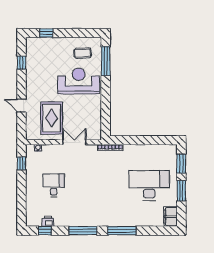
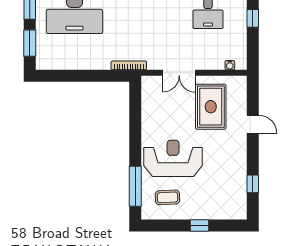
window: (46, 33) -> (199, 225), moved
reception desk: (79, 81) -> (173, 158), turned 180
window: (21, 163) -> (253, 18), moved

